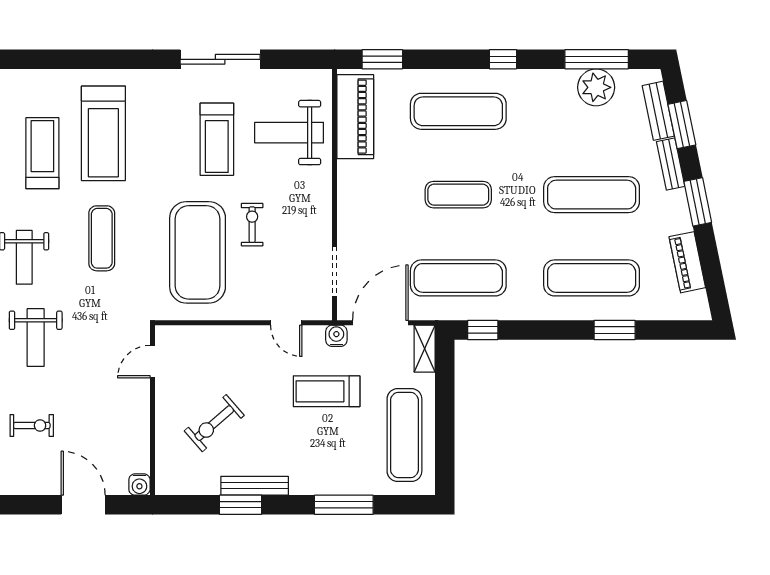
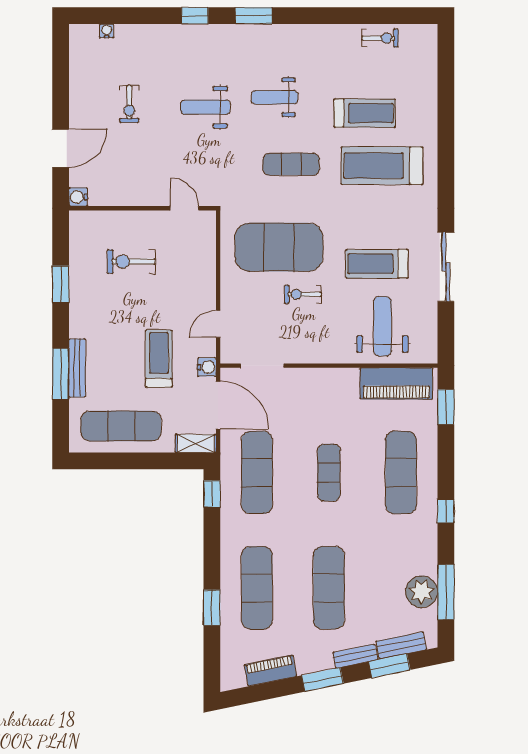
exercise bike: (252, 225) -> (303, 294), turned 180
exercise bike: (214, 423) -> (131, 262), turned -49
bench: (255, 486) -> (77, 368), moved

